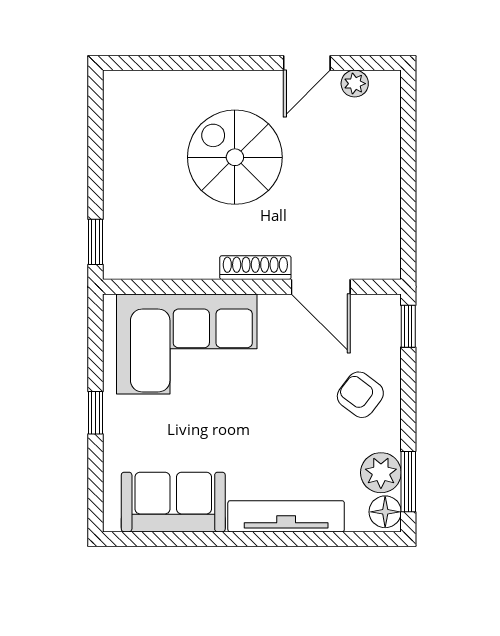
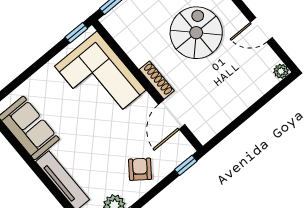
plant: (355, 84) -> (281, 71), moved
window: (96, 413) -> (76, 33), moved

